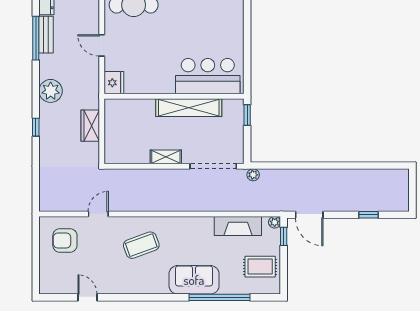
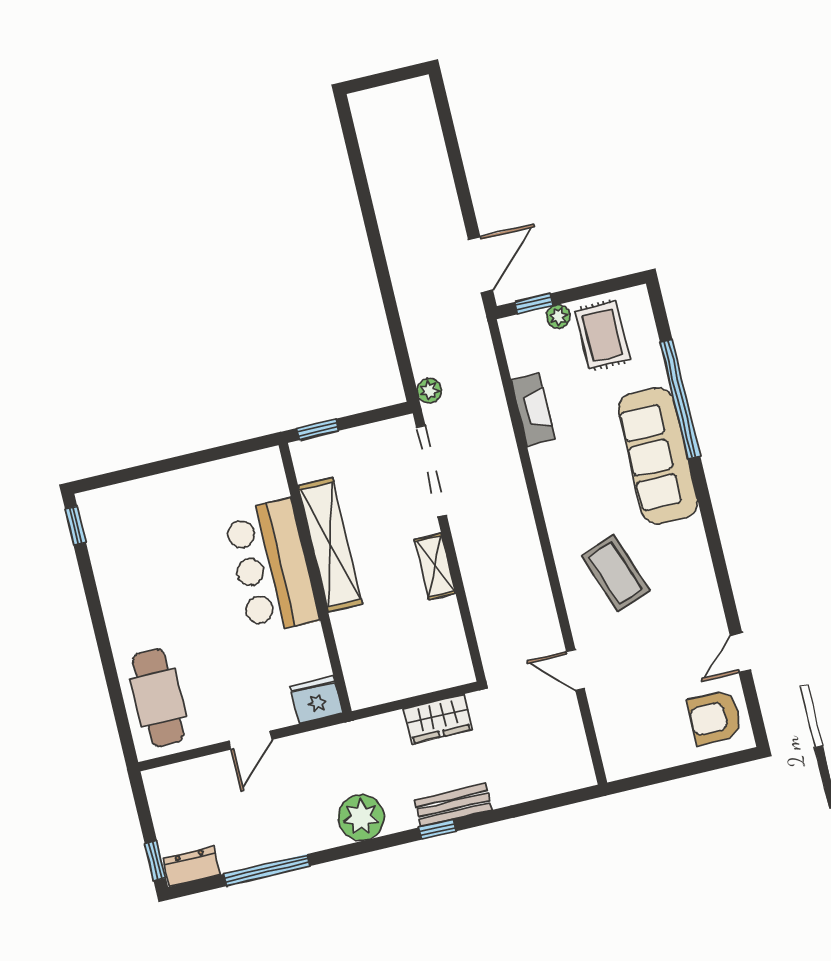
bench: (46, 35) -> (454, 805), moved
bar counter: (208, 76) -> (271, 567), moved
wardrobe: (90, 126) -> (438, 719), moved
window: (369, 215) -> (453, 151), removed
plant: (275, 222) -> (558, 316), moved
fireplace: (238, 226) -> (533, 410), width x0.73, depth x0.76
armchair: (65, 240) -> (715, 717), moved, turned 90
sofa: (194, 280) -> (658, 456), width x1.36

